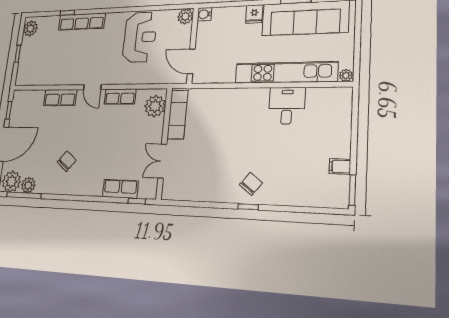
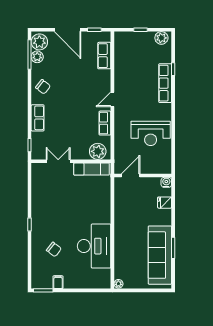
fridge: (254, 14) -> (165, 203), moved
plant: (185, 16) -> (165, 168), removed
kitchen unit: (286, 72) -> (121, 244), removed
row of seats: (60, 98) -> (104, 56), moved
desk: (287, 106) -> (94, 246), width x1.87, depth x1.30
chair: (67, 161) -> (43, 87), moved
chair: (251, 184) -> (54, 249), moved
row of seats: (120, 189) -> (38, 118), moved

